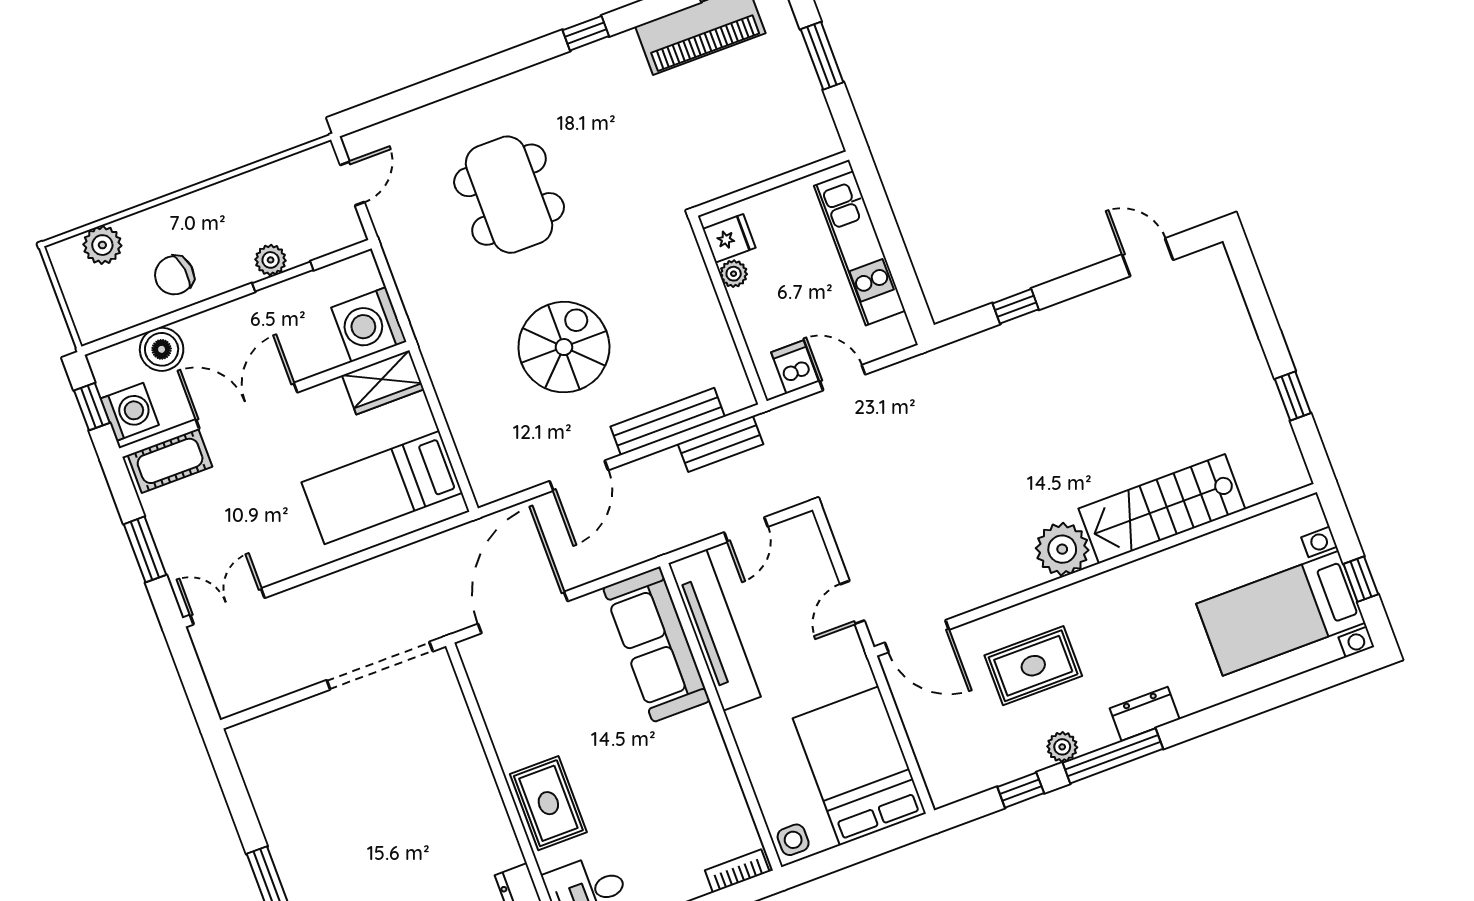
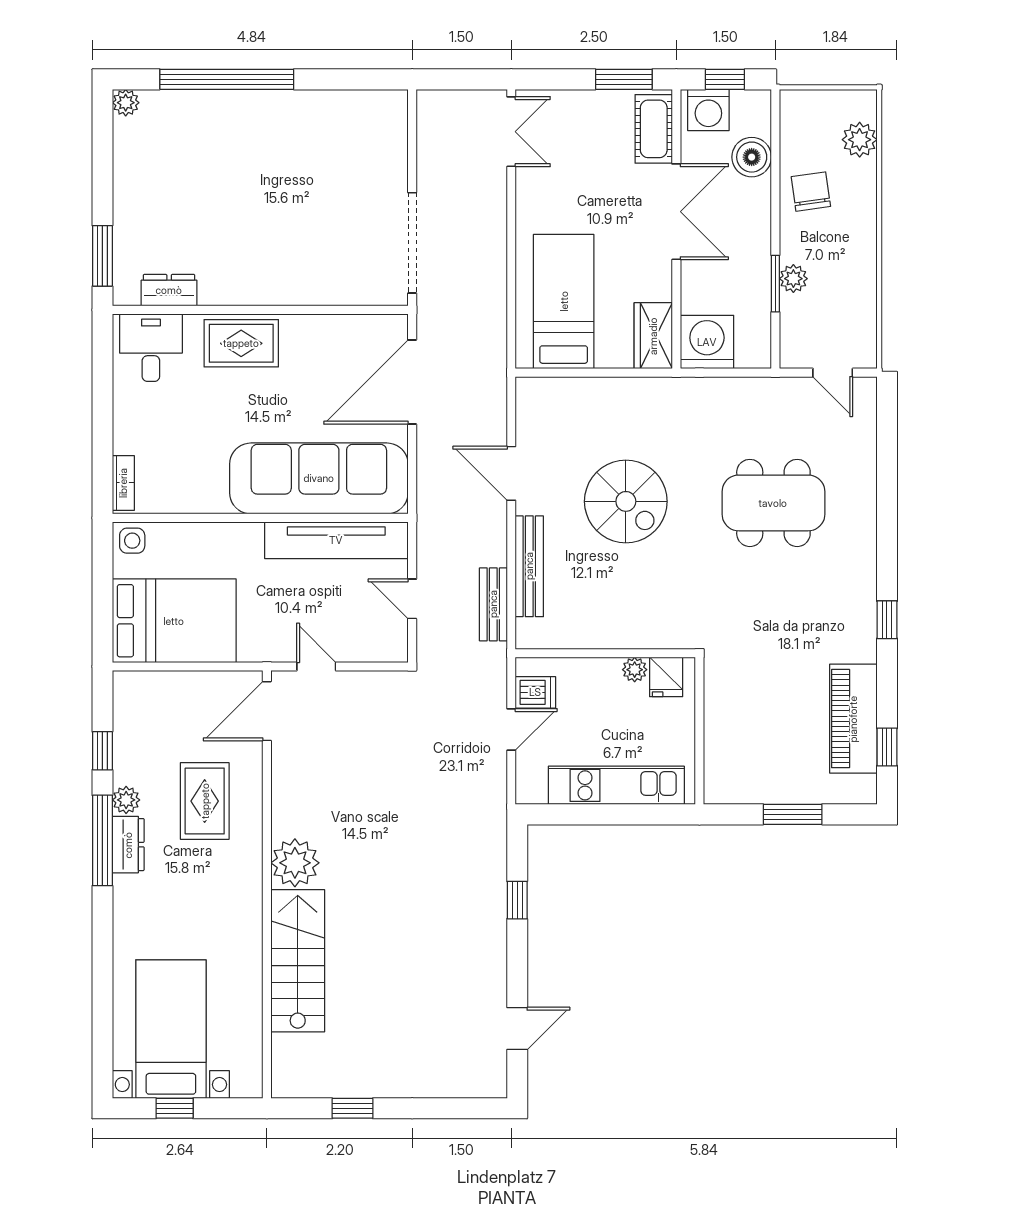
window: (145, 549) -> (624, 79), moved
door: (523, 613) -> (412, 382), swing flipped
sofa: (656, 644) -> (319, 478), width x1.36, depth x1.27
dresser: (1145, 714) -> (128, 845), moved

